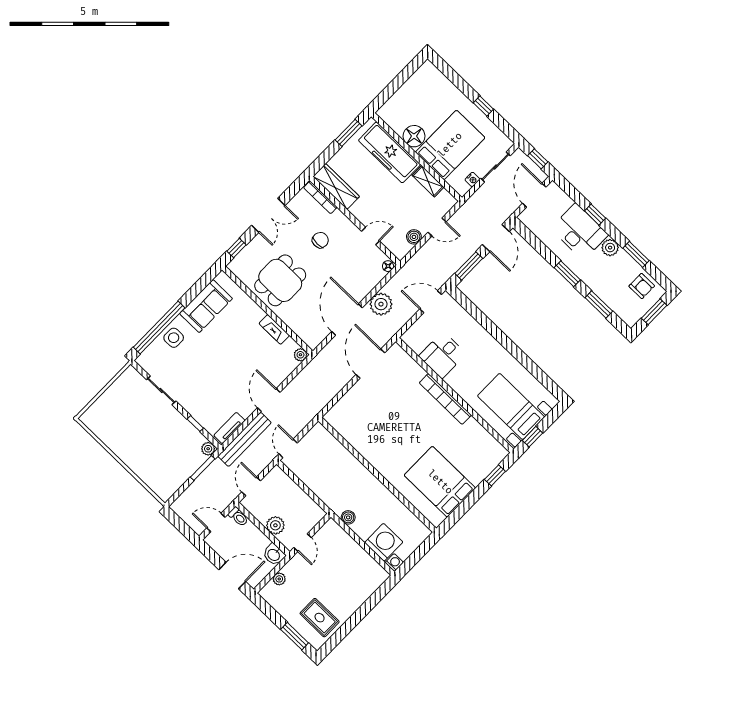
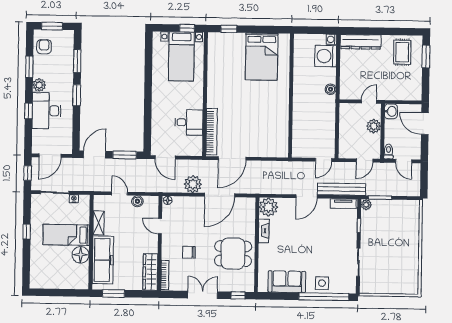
bed: (450, 145) -> (66, 235), width x0.67
plant: (300, 355) -> (268, 207), width x1.87, depth x1.87
bookcase: (445, 399) -> (212, 132), moved
plant: (279, 579) -> (402, 95), removed
dresser: (366, 588) -> (361, 42), added

